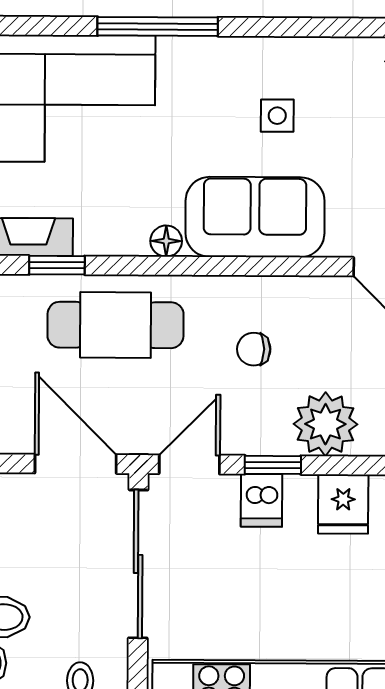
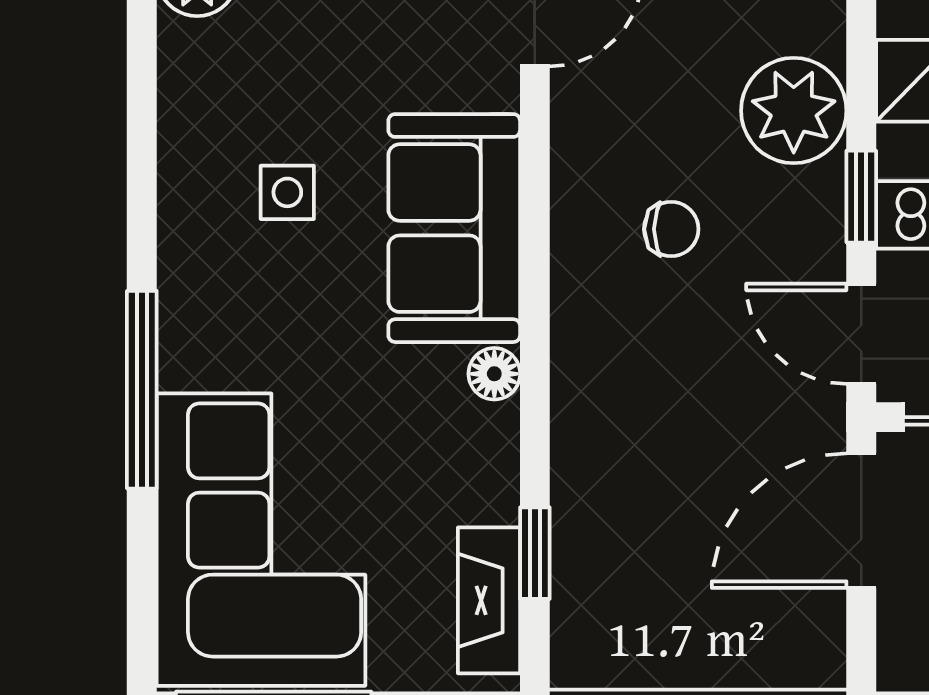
cafe table: (115, 325) -> (633, 456), removed
chair: (254, 349) -> (671, 229), turned -90

